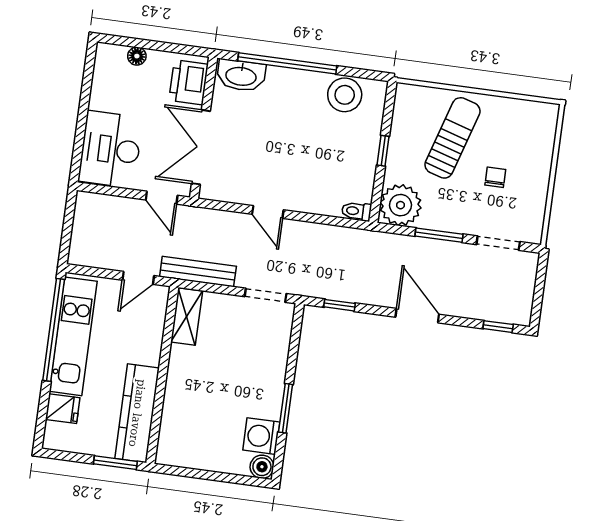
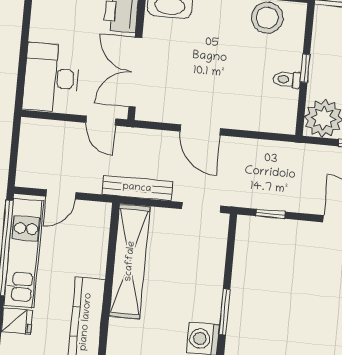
toilet: (356, 211) -> (287, 80), moved
door: (268, 212) -> (200, 130), width x1.38
door: (138, 278) -> (61, 194), moved
shelving: (187, 317) -> (130, 261), width x2.20, depth x1.33

